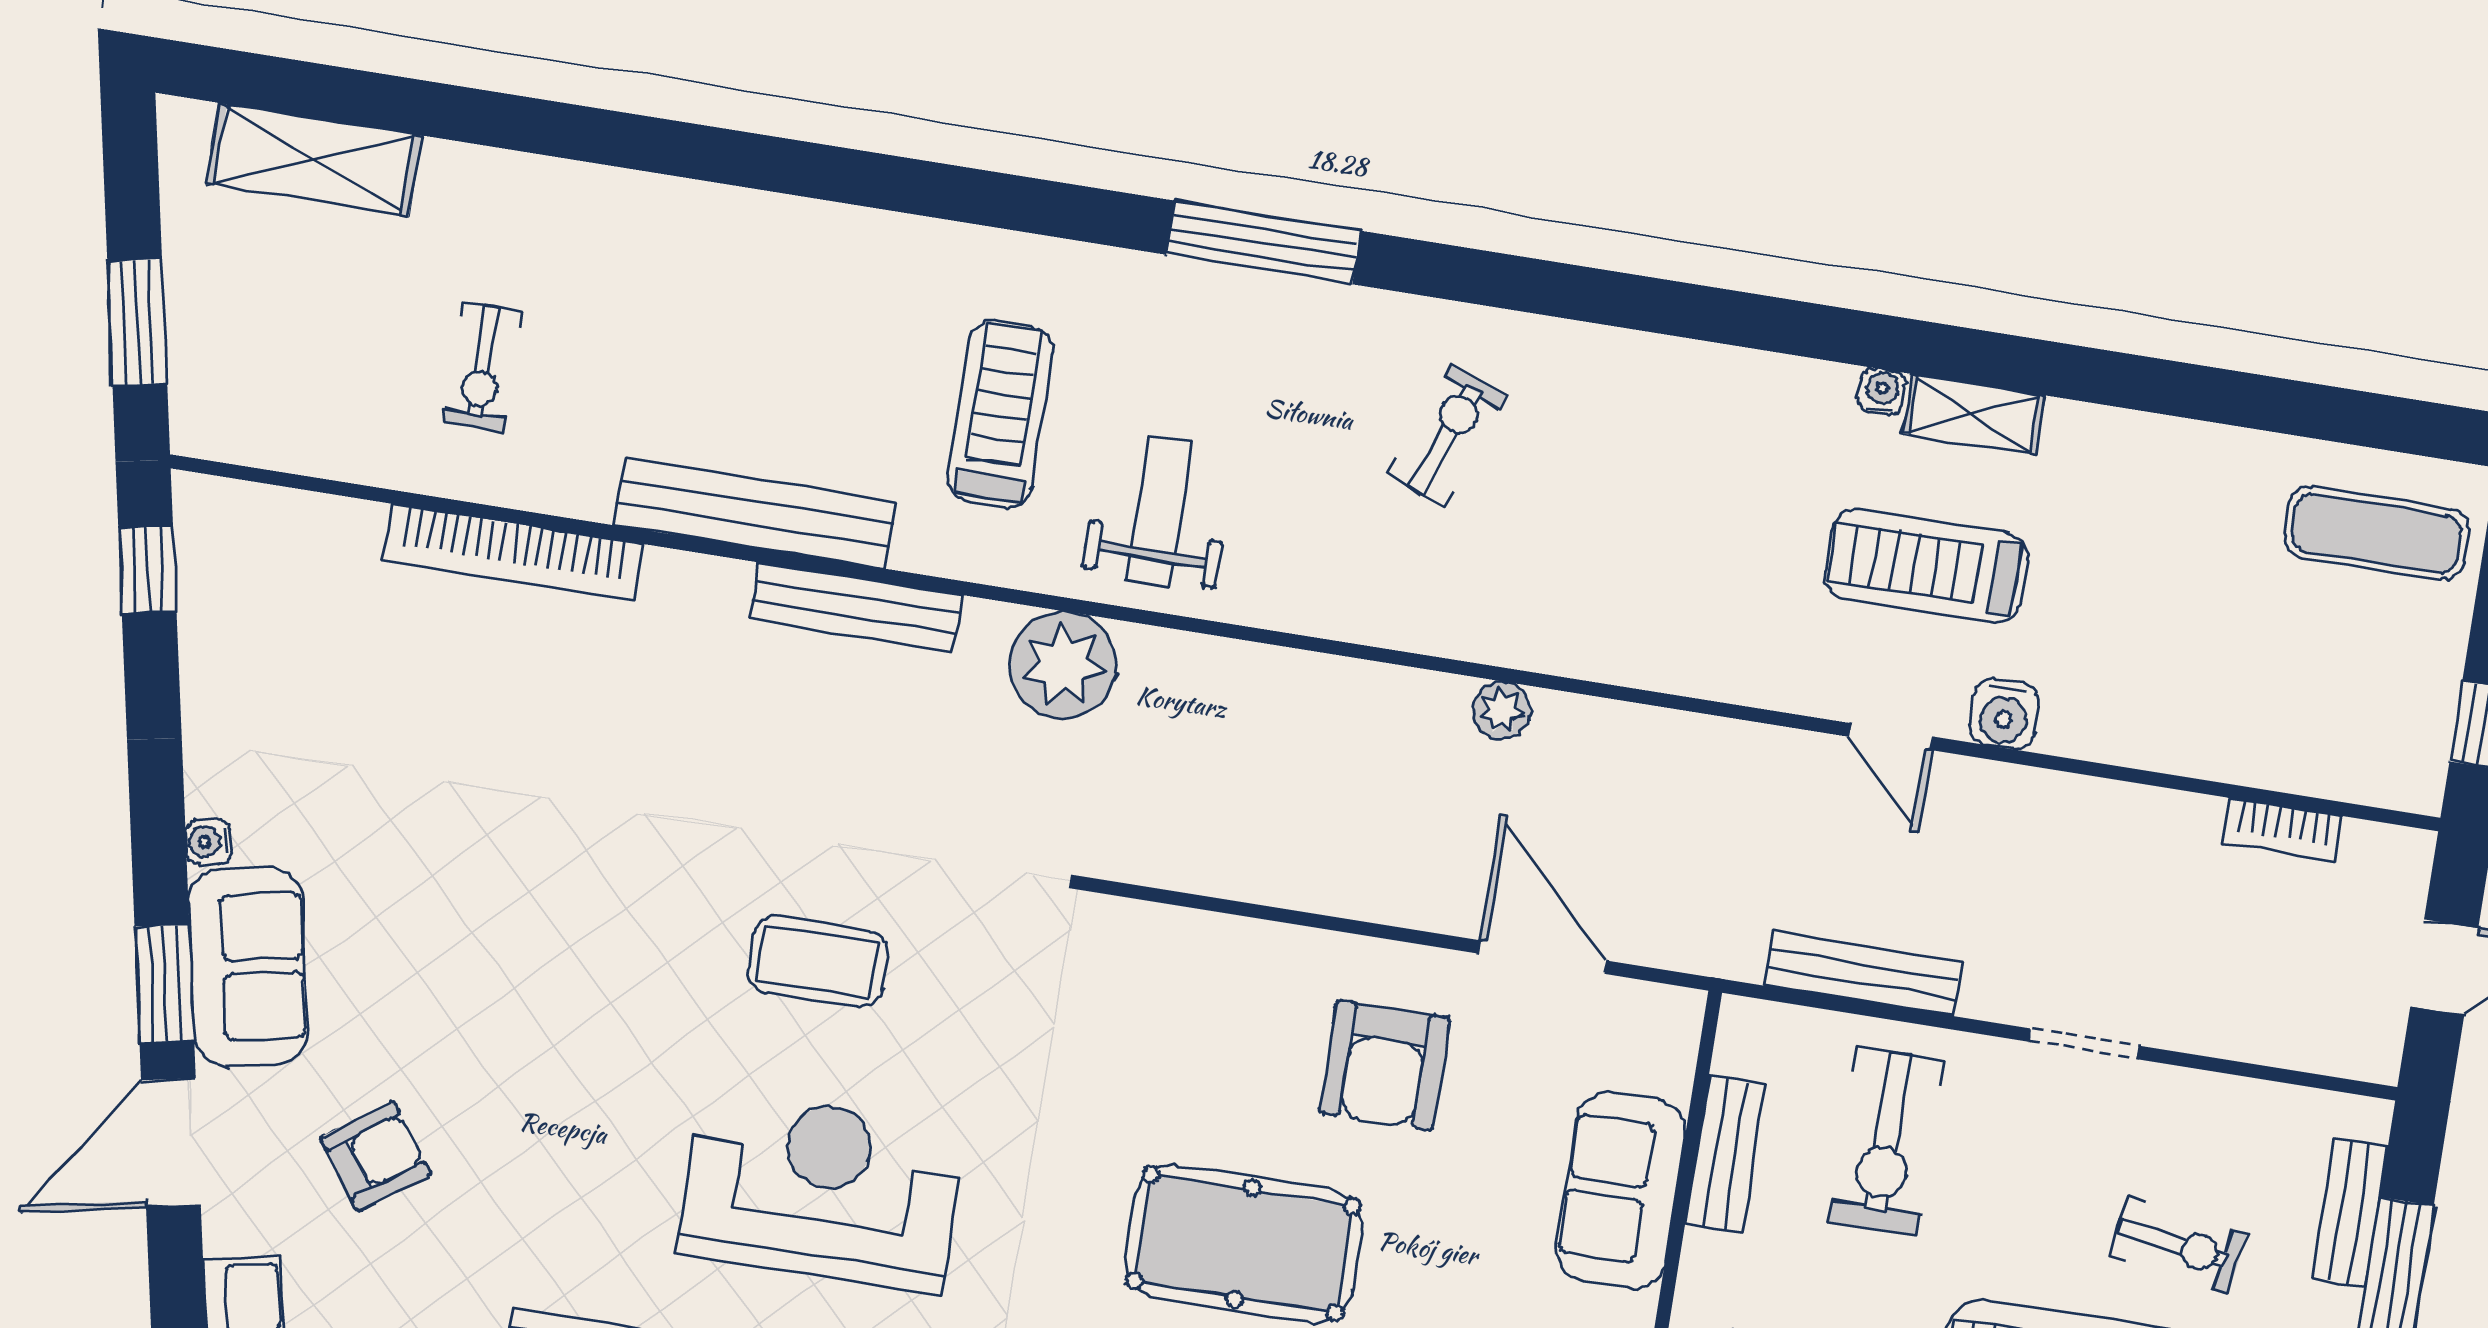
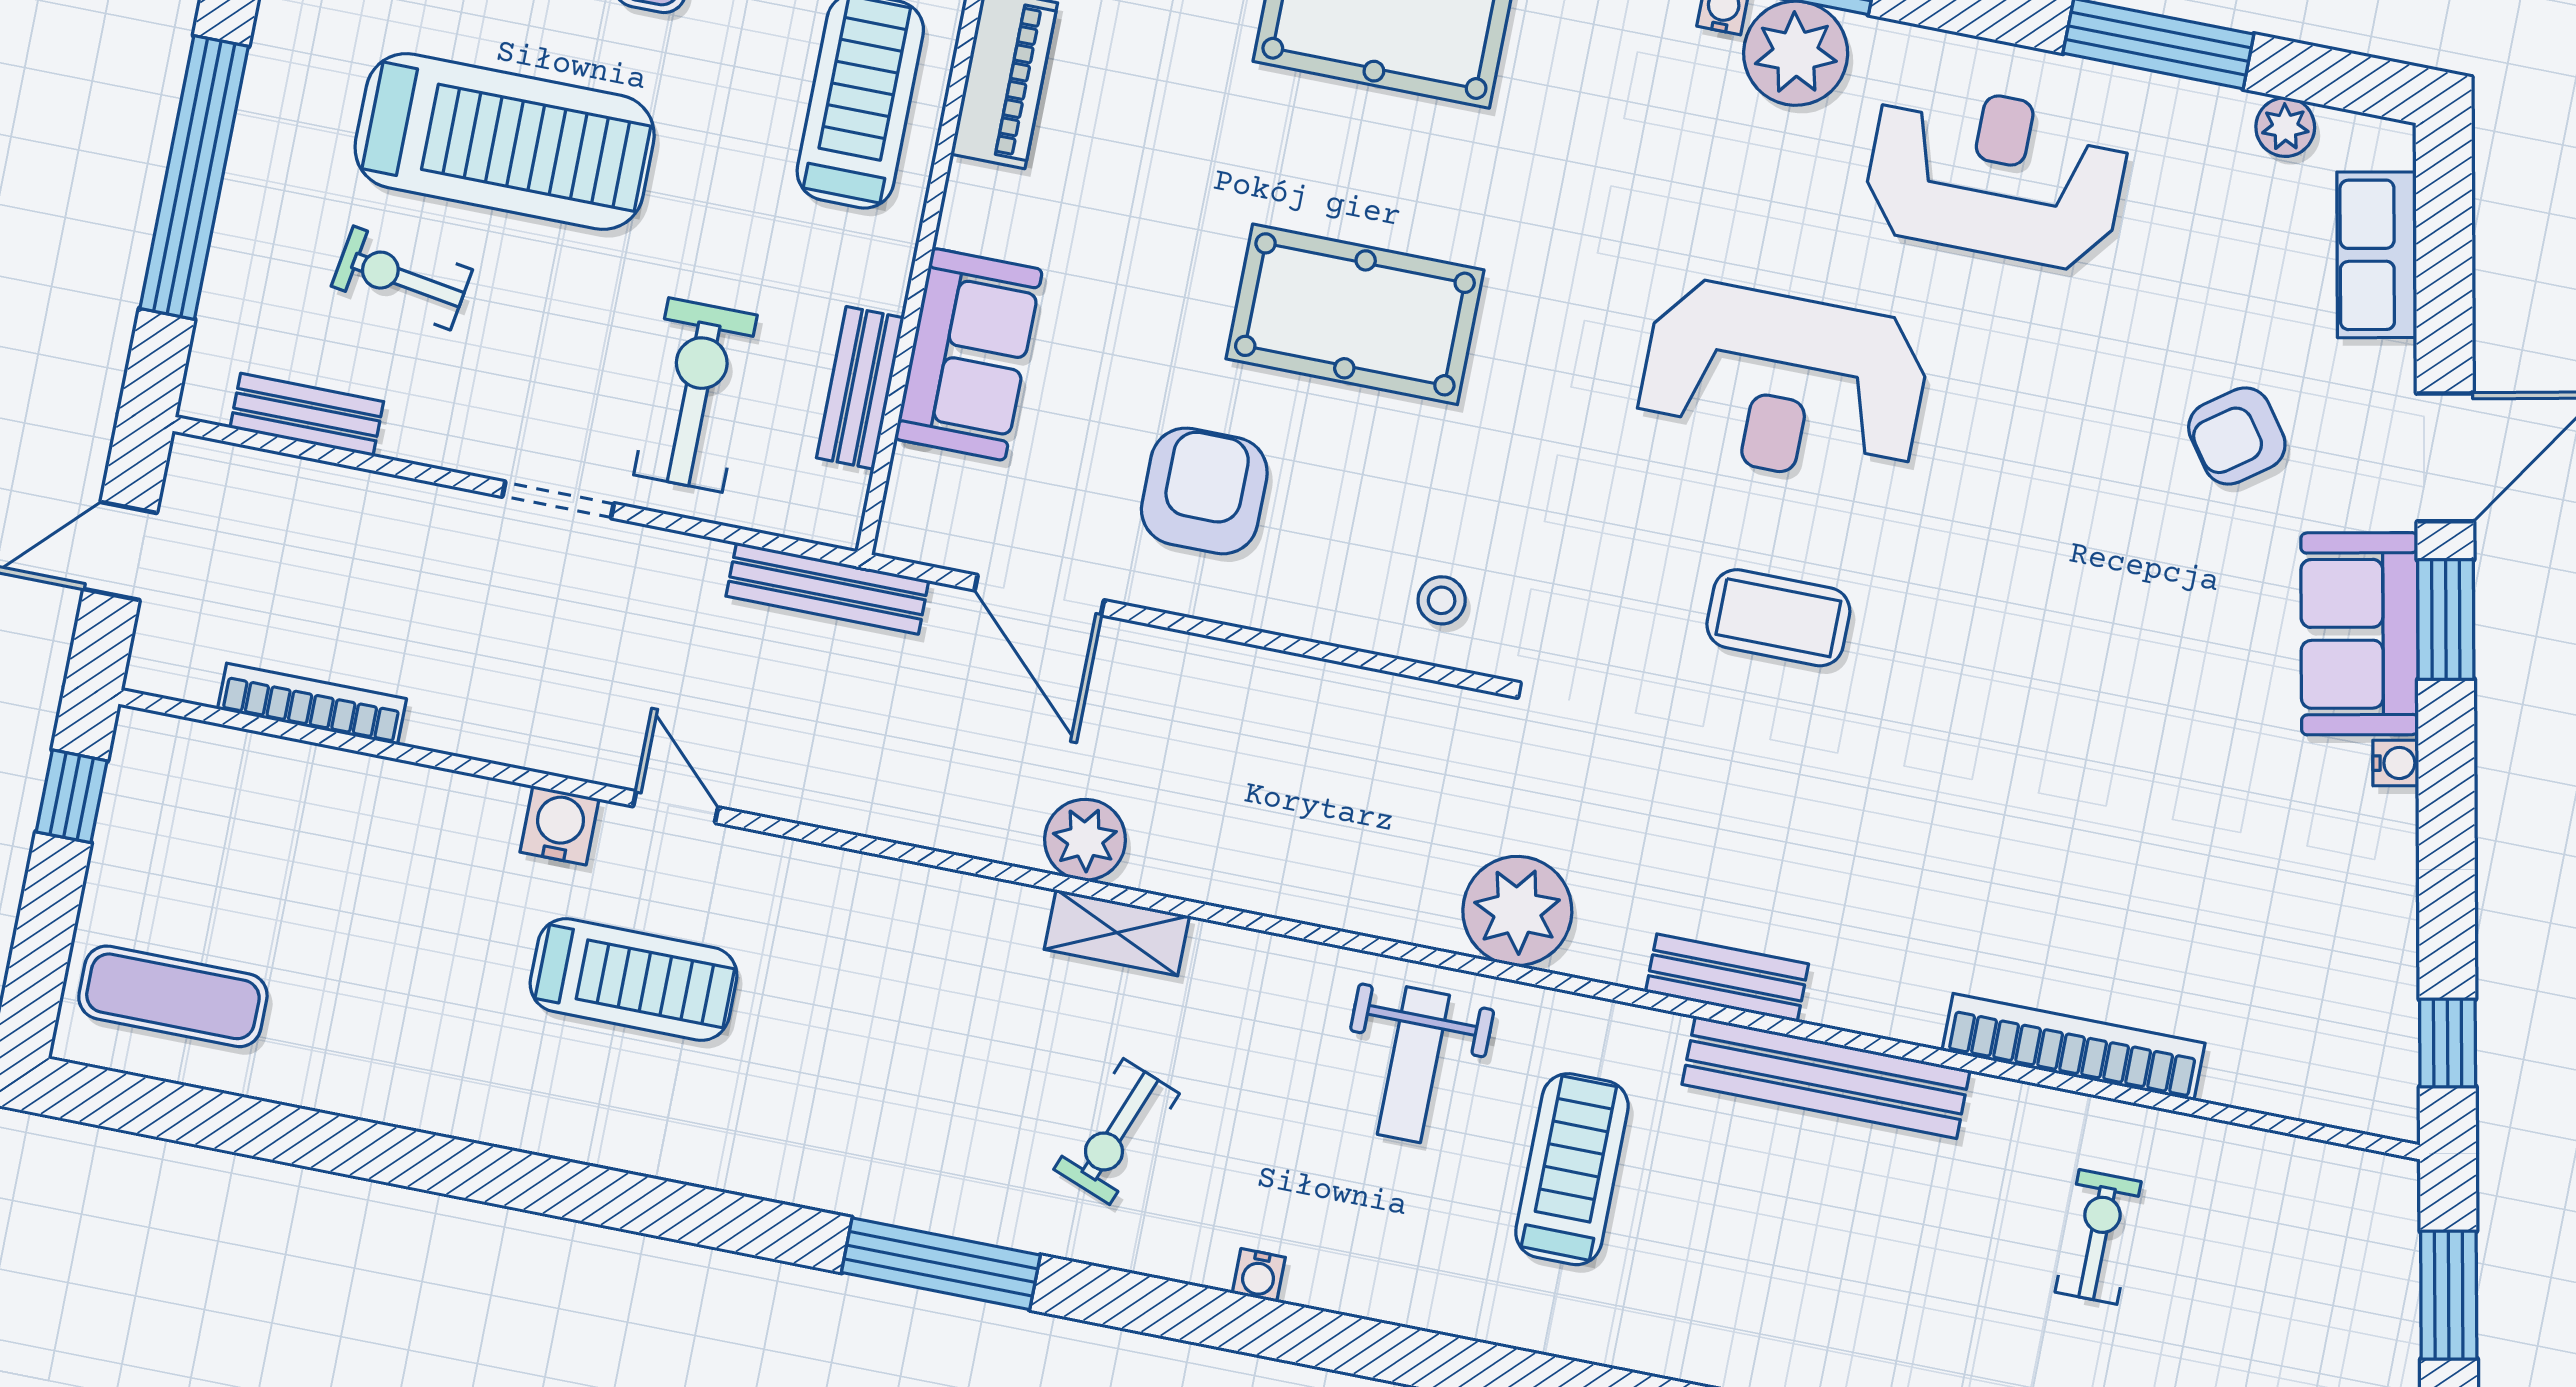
window: (1264, 243) -> (941, 1264), moved
water cooler: (1882, 392) -> (1259, 1275), moved
treadmill: (1000, 414) -> (1572, 1169), turned 180
shelving: (1974, 414) -> (1117, 933), moved
bench: (855, 607) -> (1727, 978), width x0.73
plant: (1501, 710) -> (1085, 840), width x1.38, depth x1.38
bookcase: (2283, 830) -> (312, 704), width x1.56
stool: (1148, 967) -> (1442, 600), added
bench: (1863, 974) -> (827, 588), moved
doorway: (2083, 1044) -> (558, 500), moved
bench: (2350, 1213) -> (307, 415), moved, turned 90

